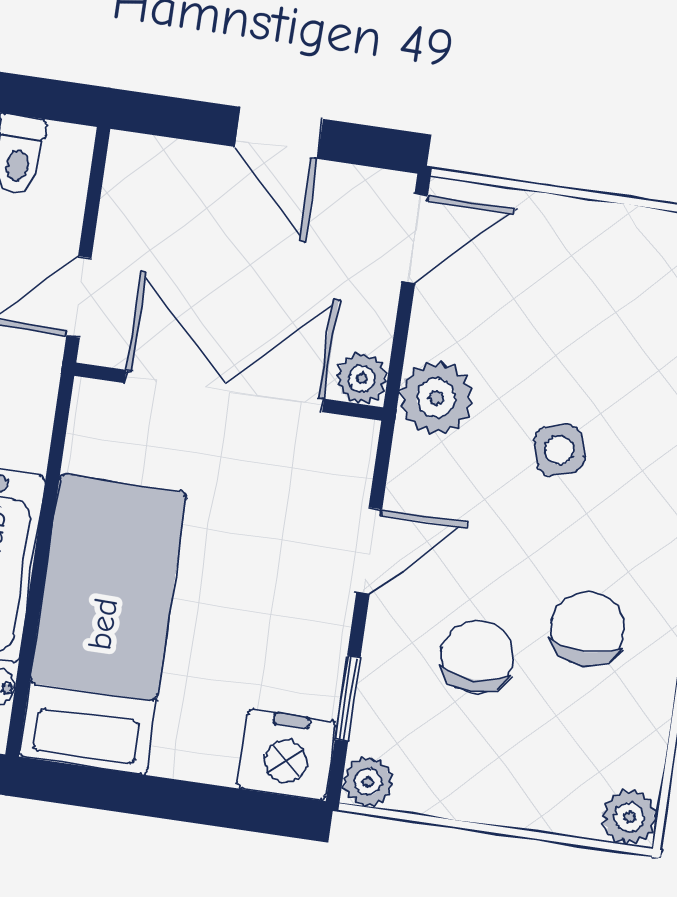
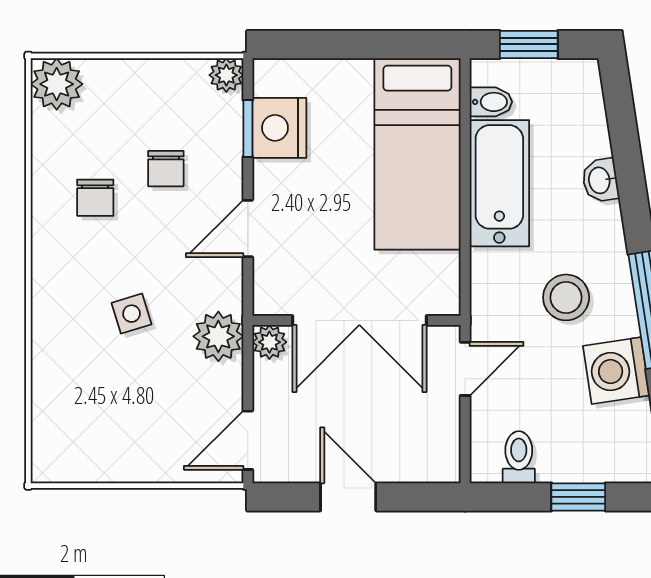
chair: (588, 629) -> (95, 198), width x0.73, depth x0.73
chair: (477, 657) -> (166, 169), width x0.73, depth x0.73
nightstand: (287, 755) -> (279, 128), moved, turned -90
plant: (629, 817) -> (57, 84), width x1.38, depth x1.38

